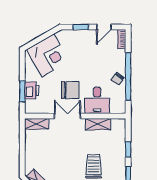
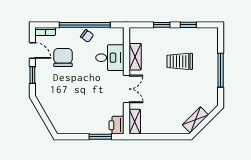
corner desk: (48, 55) -> (62, 110), removed
printer: (32, 90) -> (117, 125), moved, turned -90
chair: (70, 90) -> (63, 58), moved
double door: (67, 116) -> (126, 89), swing flipped

